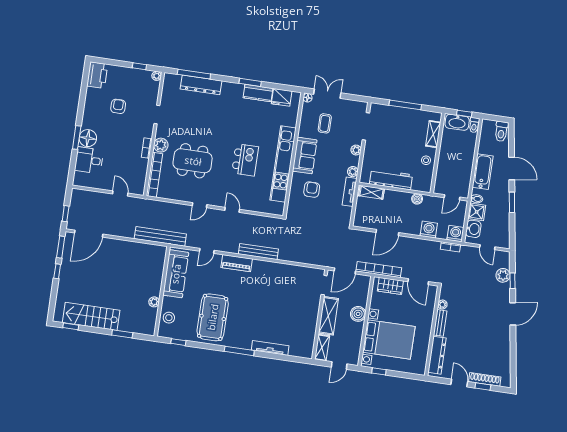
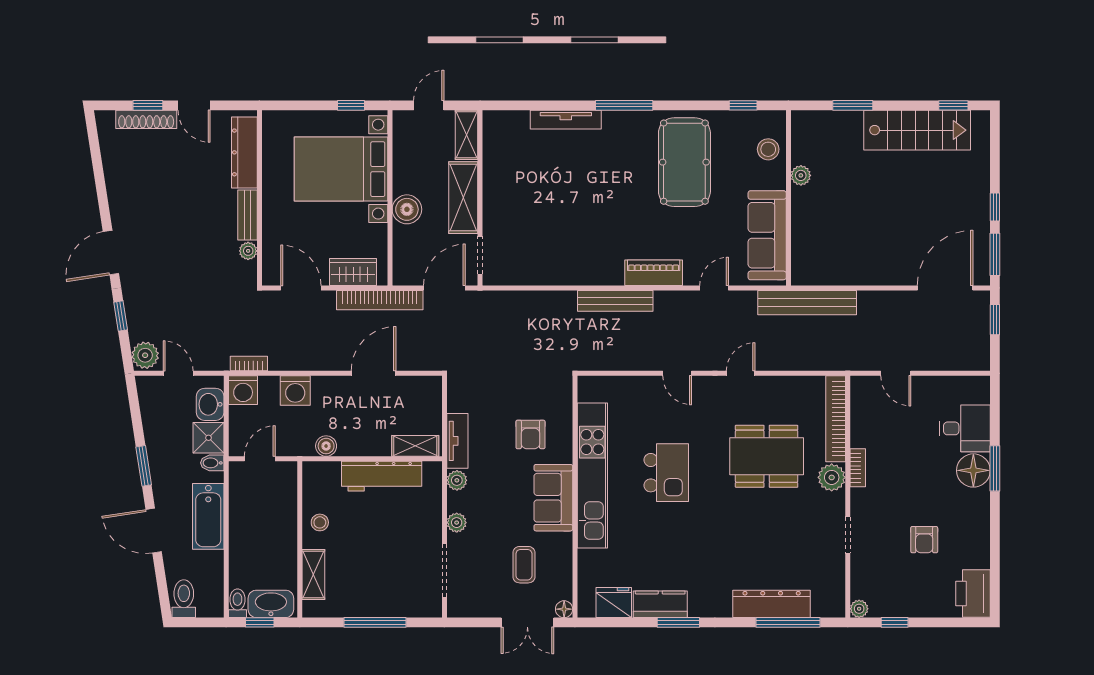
kitchen island: (245, 160) -> (666, 473), turned 180
plant: (503, 275) -> (145, 355), moved

